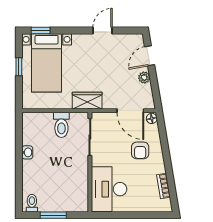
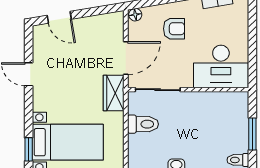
plant: (144, 77) -> (86, 24), removed
door: (130, 111) -> (126, 58), moved

